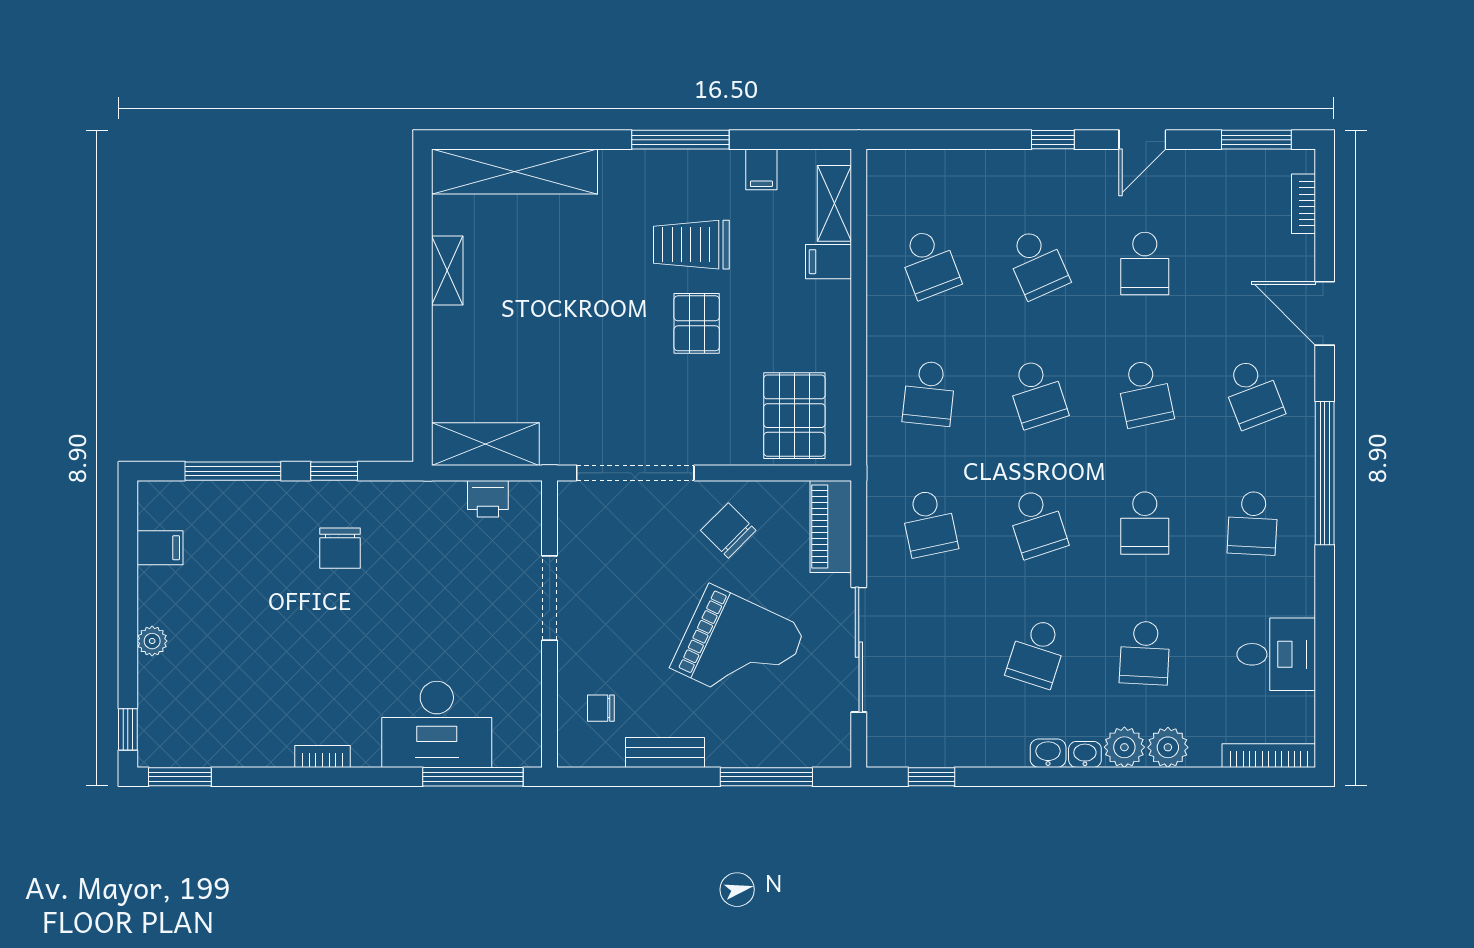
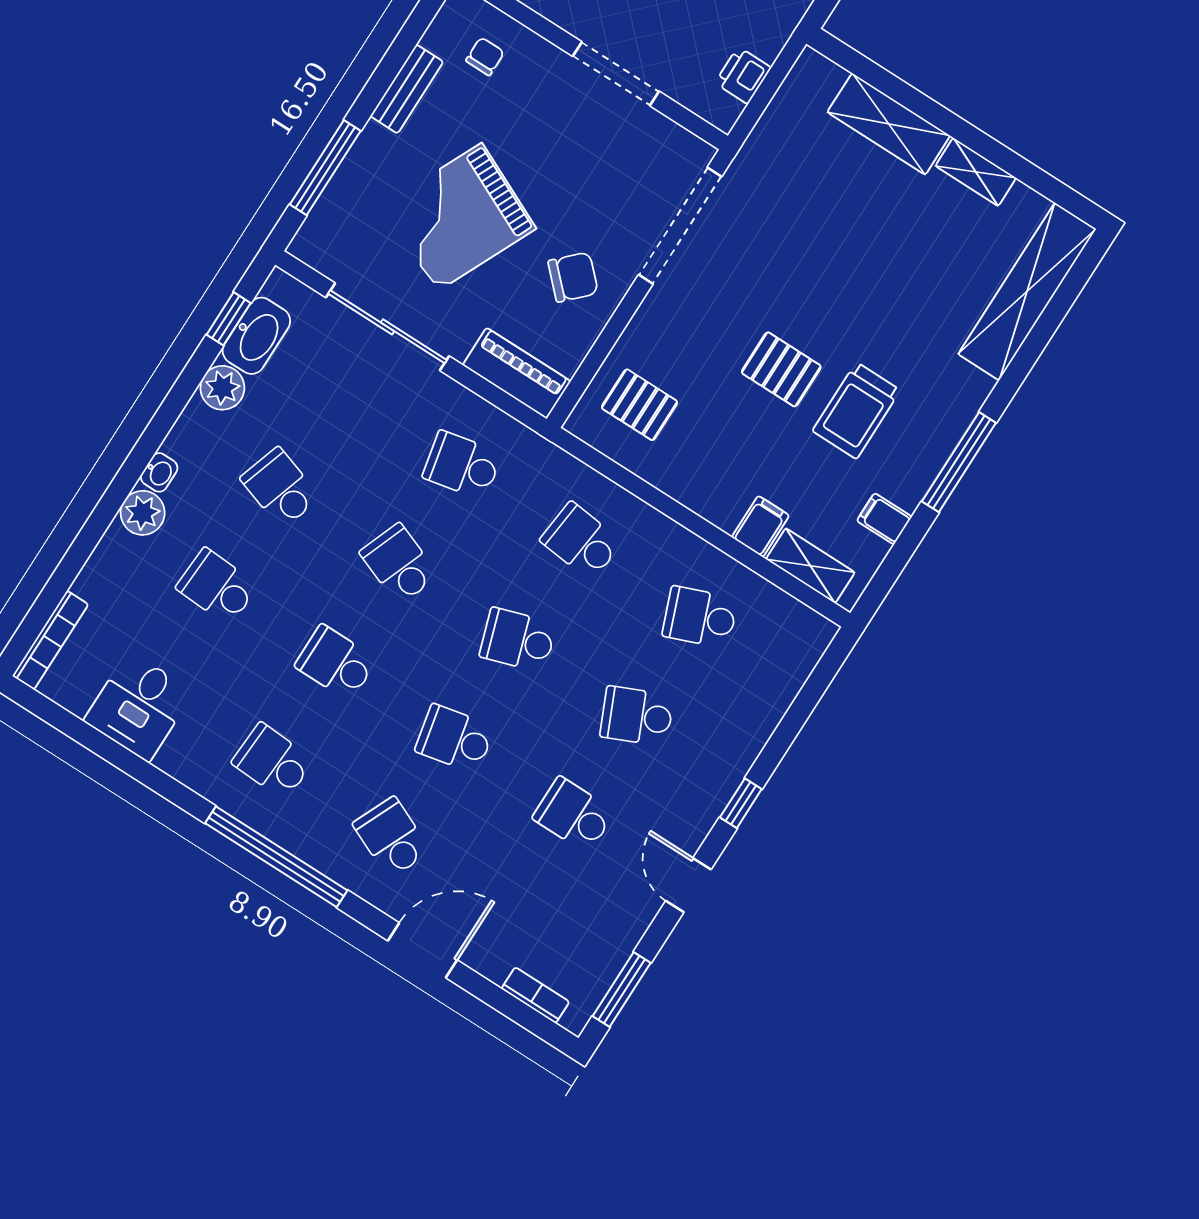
trolley: (691, 245) -> (856, 411), turned 180
school desk: (1253, 393) -> (392, 838), turned 45
pallet: (794, 416) -> (640, 405), width x0.67, depth x0.71
shelving: (485, 444) -> (889, 124), moved, turned 90
school desk: (1037, 523) -> (399, 564), turned 39
plant: (1168, 747) -> (222, 388), moved
washbasin: (1048, 753) -> (256, 336), moved, width x1.91, depth x1.45

